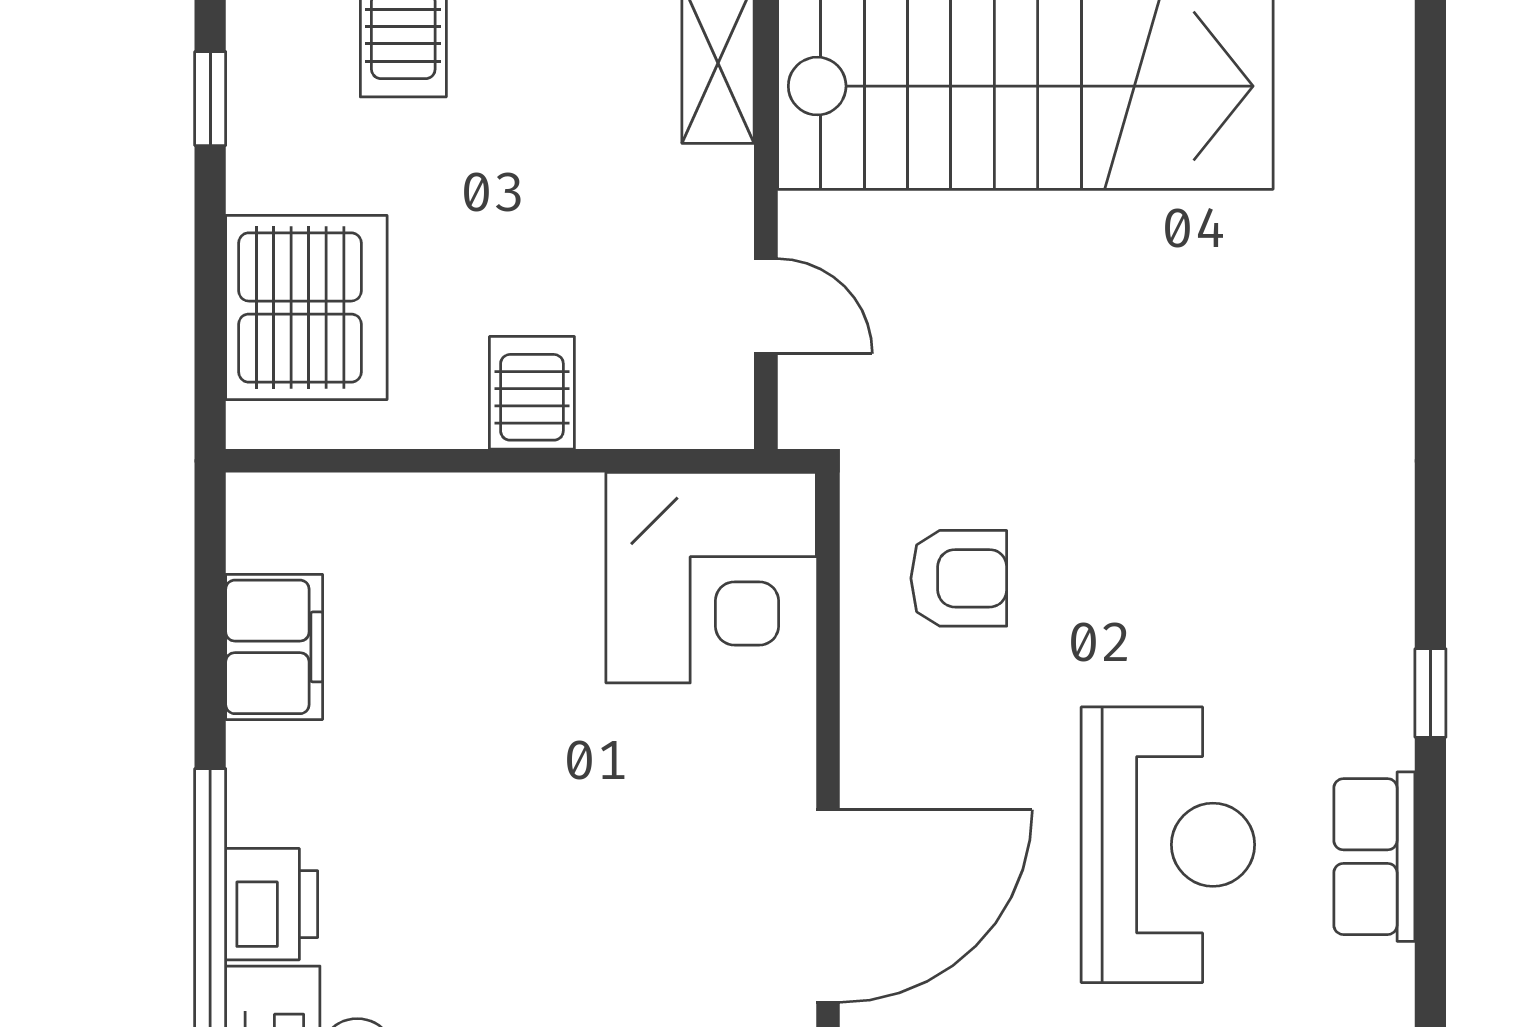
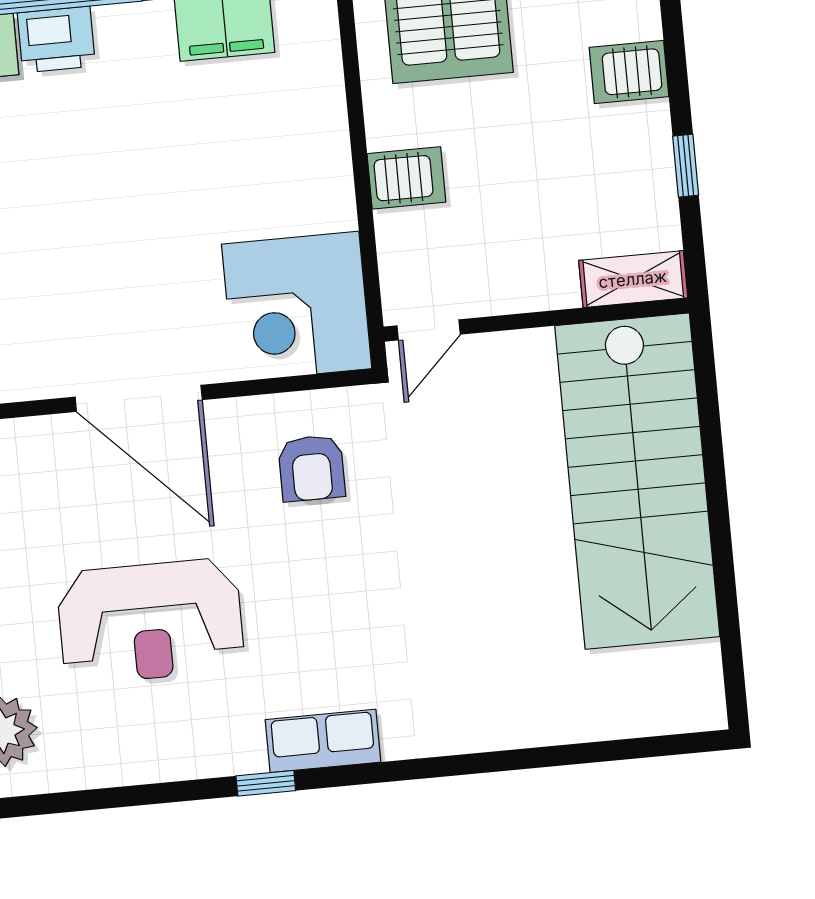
door: (766, 306) -> (429, 330), moved
row of seats: (1374, 857) -> (323, 741), moved
door: (828, 906) -> (139, 398), moved

